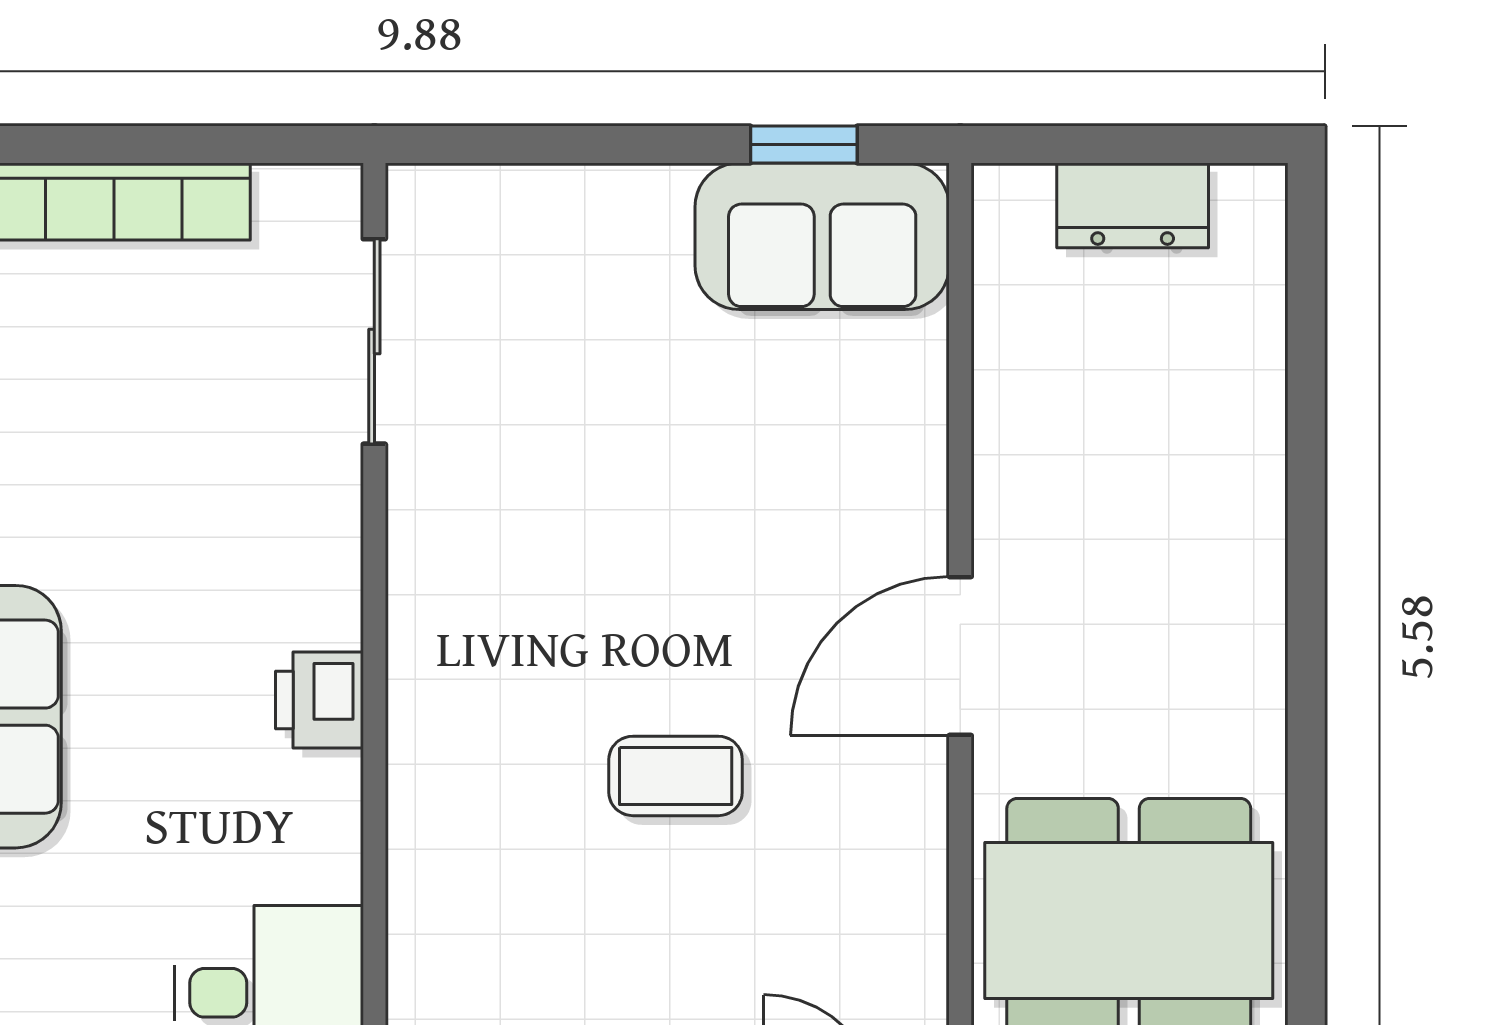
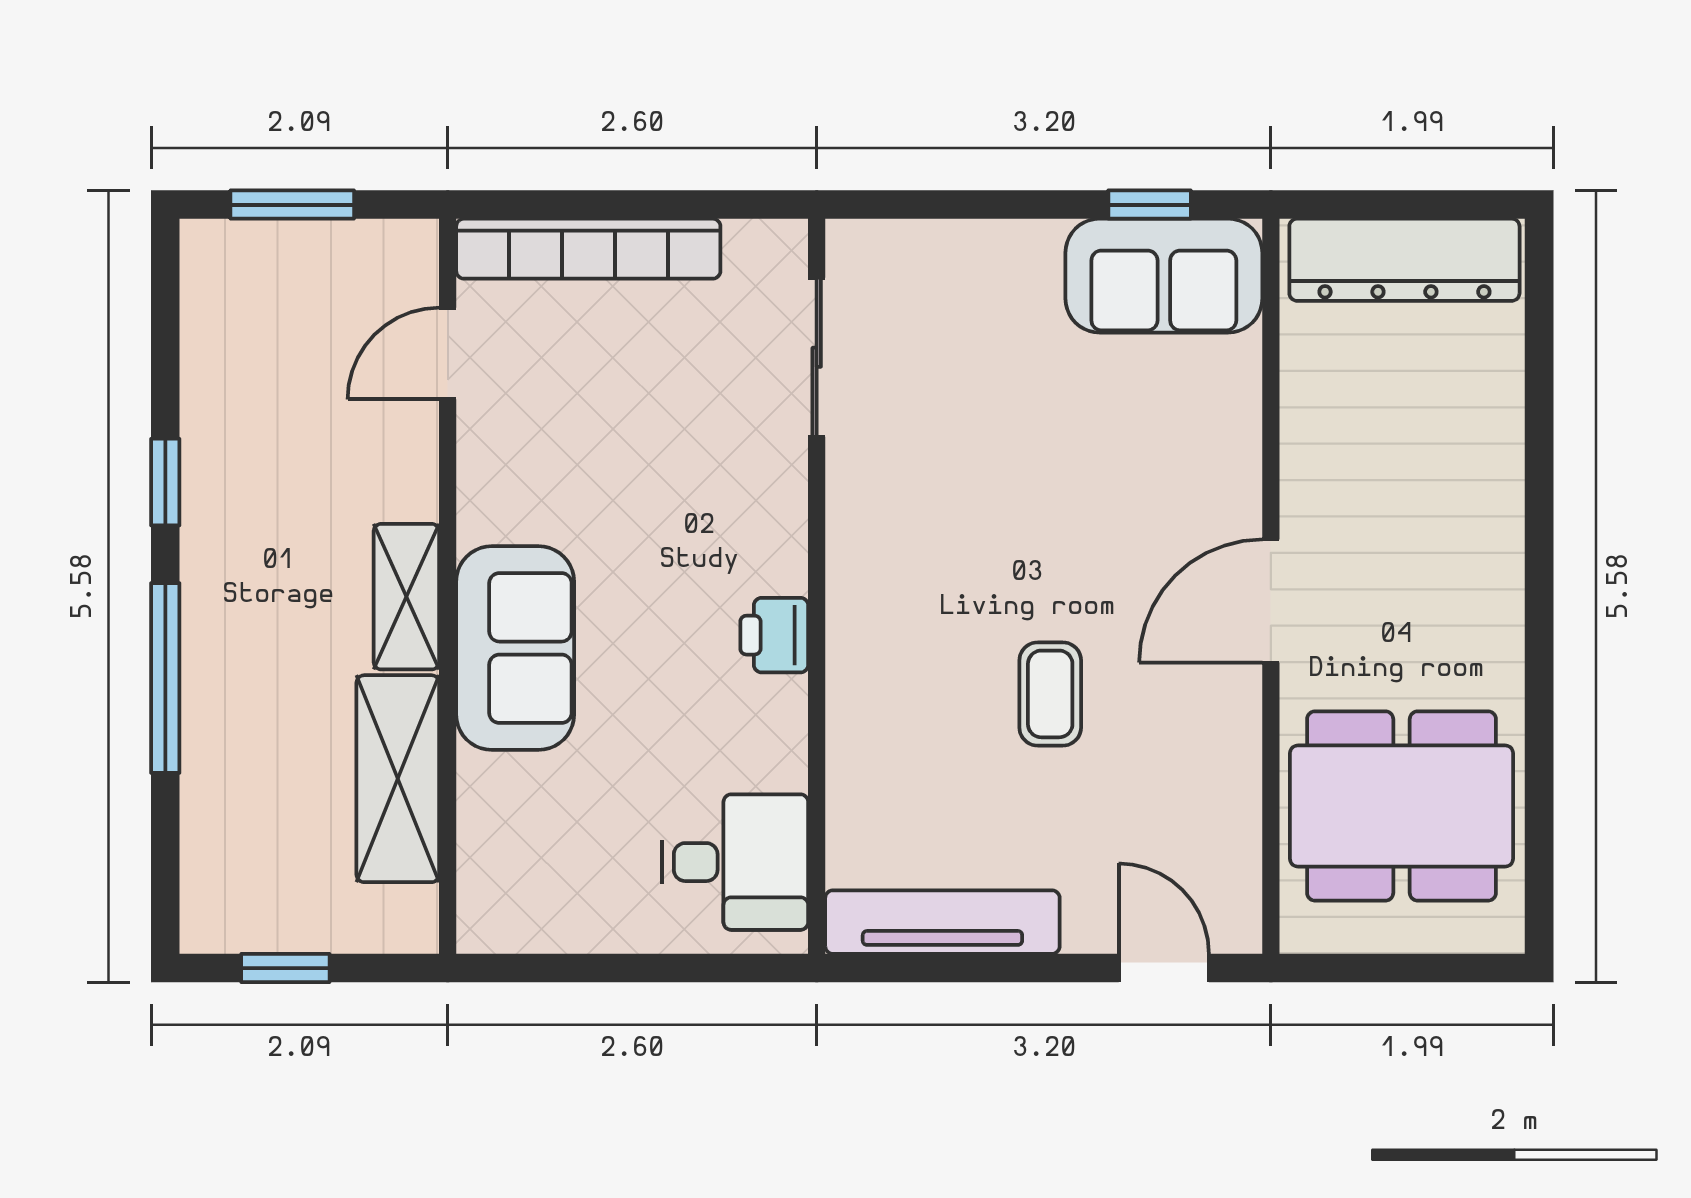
dresser: (1133, 205) -> (1404, 260), width x1.96, depth x1.24
coffee table: (676, 776) -> (1050, 694), turned 90

